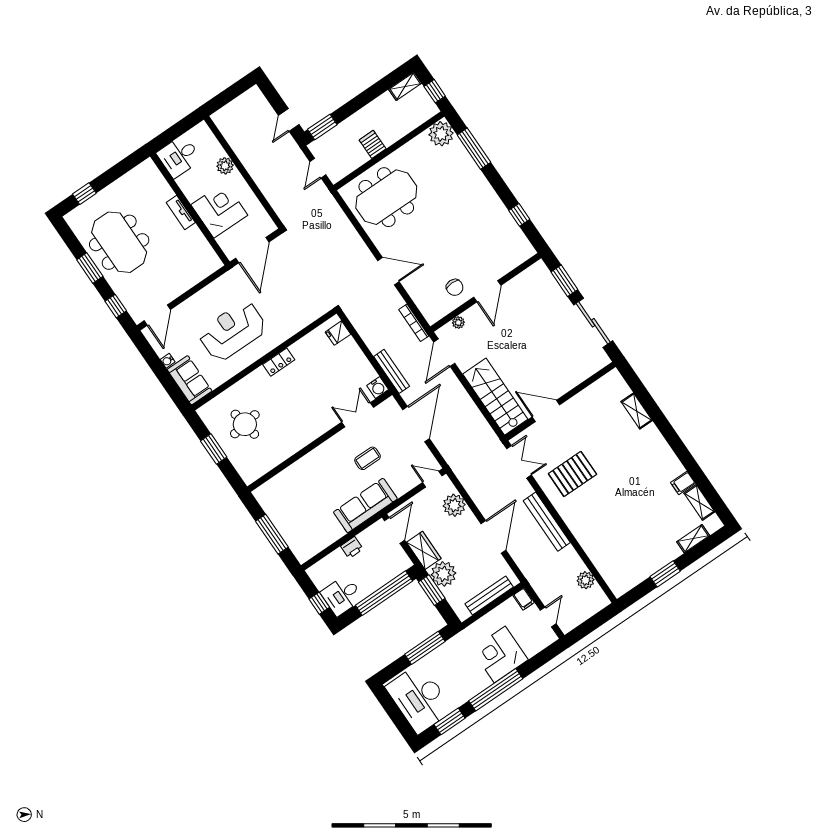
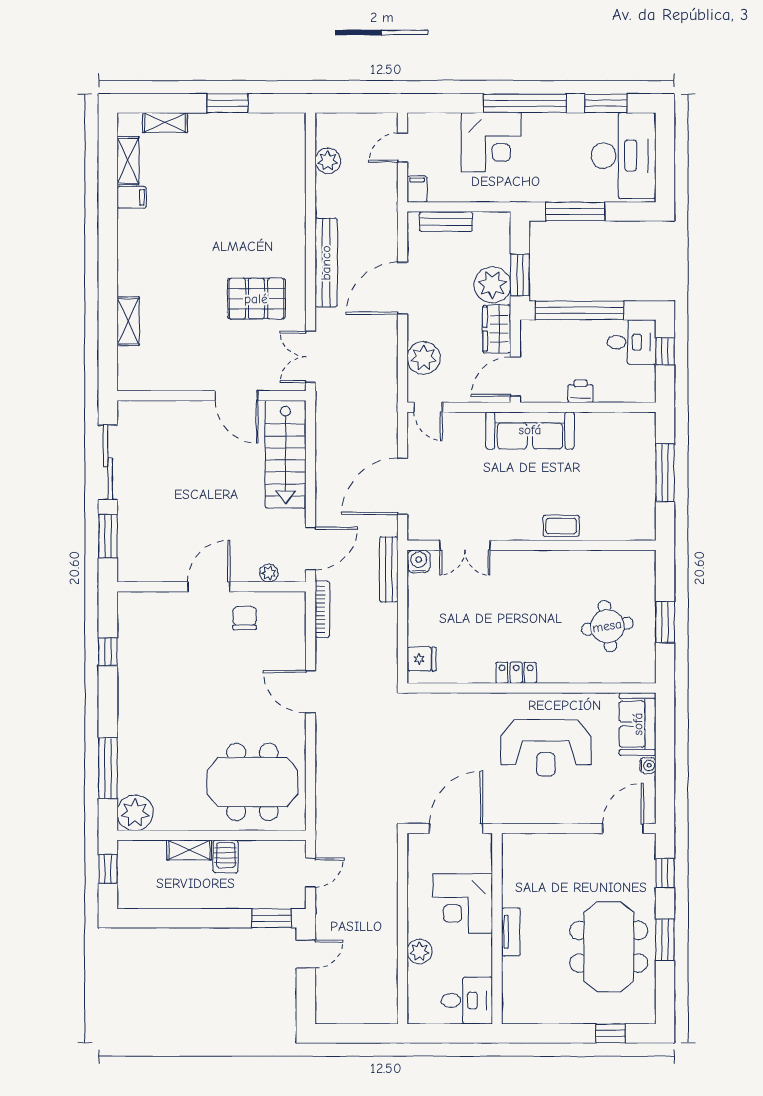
shelving: (405, 86) -> (189, 850), moved
coffee table: (368, 458) -> (561, 526), moved
bench: (489, 595) -> (446, 222), width x0.73

